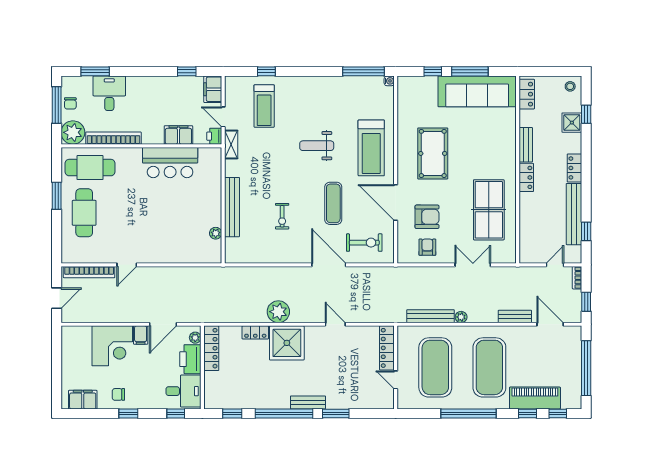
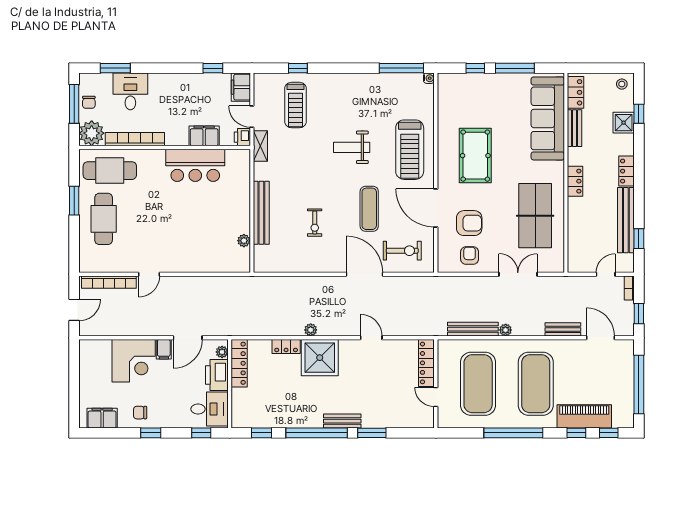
sofa: (477, 91) -> (548, 118), moved, turned 90
bench: (526, 145) -> (574, 128), moved
plant: (278, 312) -> (311, 330), width x0.53, depth x0.53

